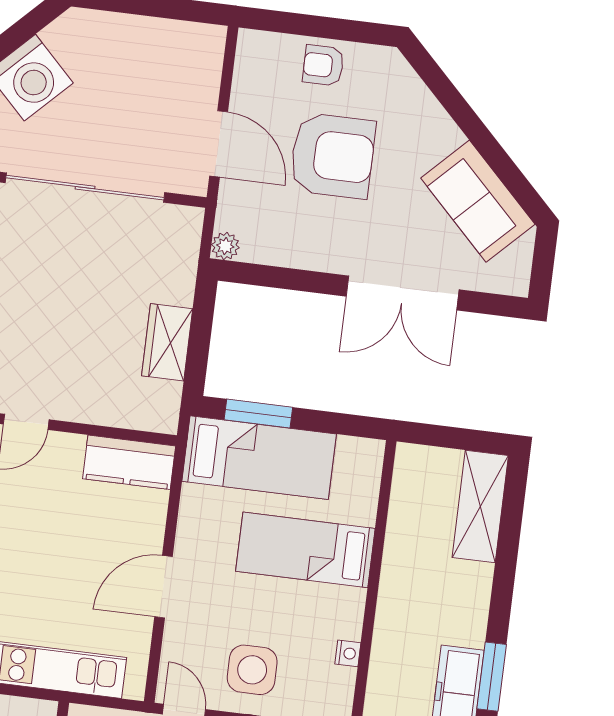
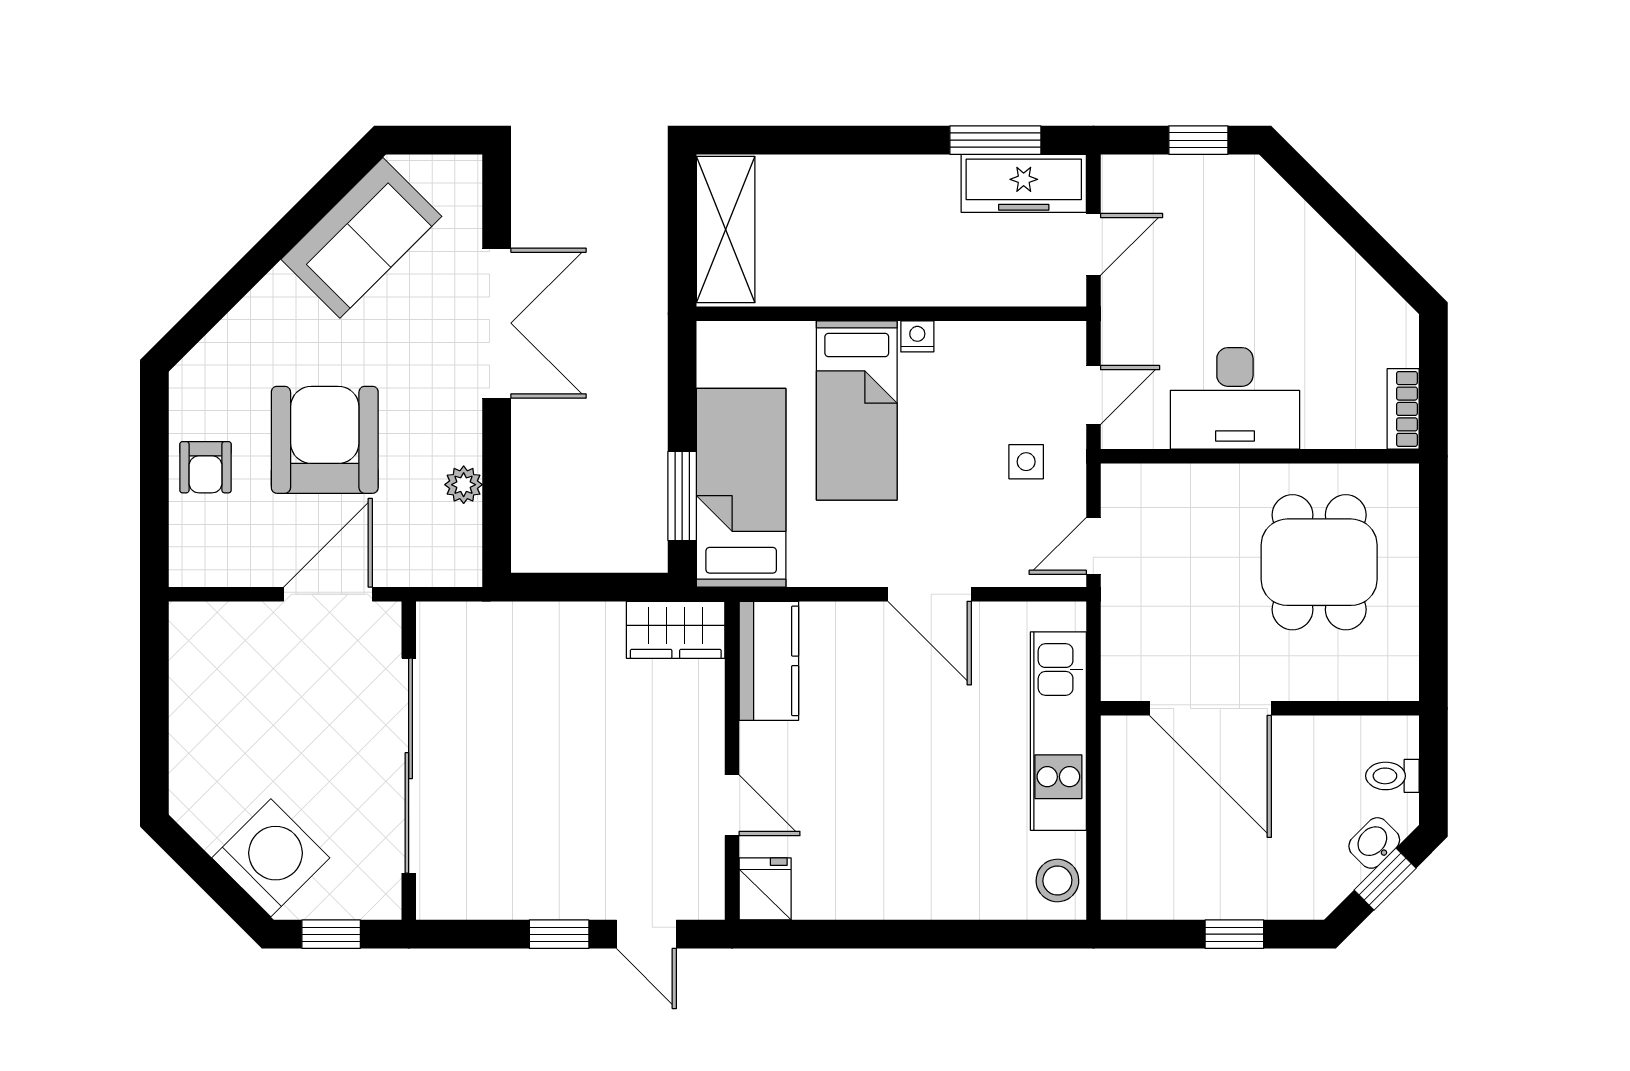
plant: (225, 246) -> (464, 485), moved
wardrobe: (167, 342) -> (676, 630), moved
shelving: (480, 506) -> (726, 230), moved, turned 90
nightstand: (348, 653) -> (917, 336), moved
side table: (252, 670) -> (1026, 462), width x0.54, depth x0.54

